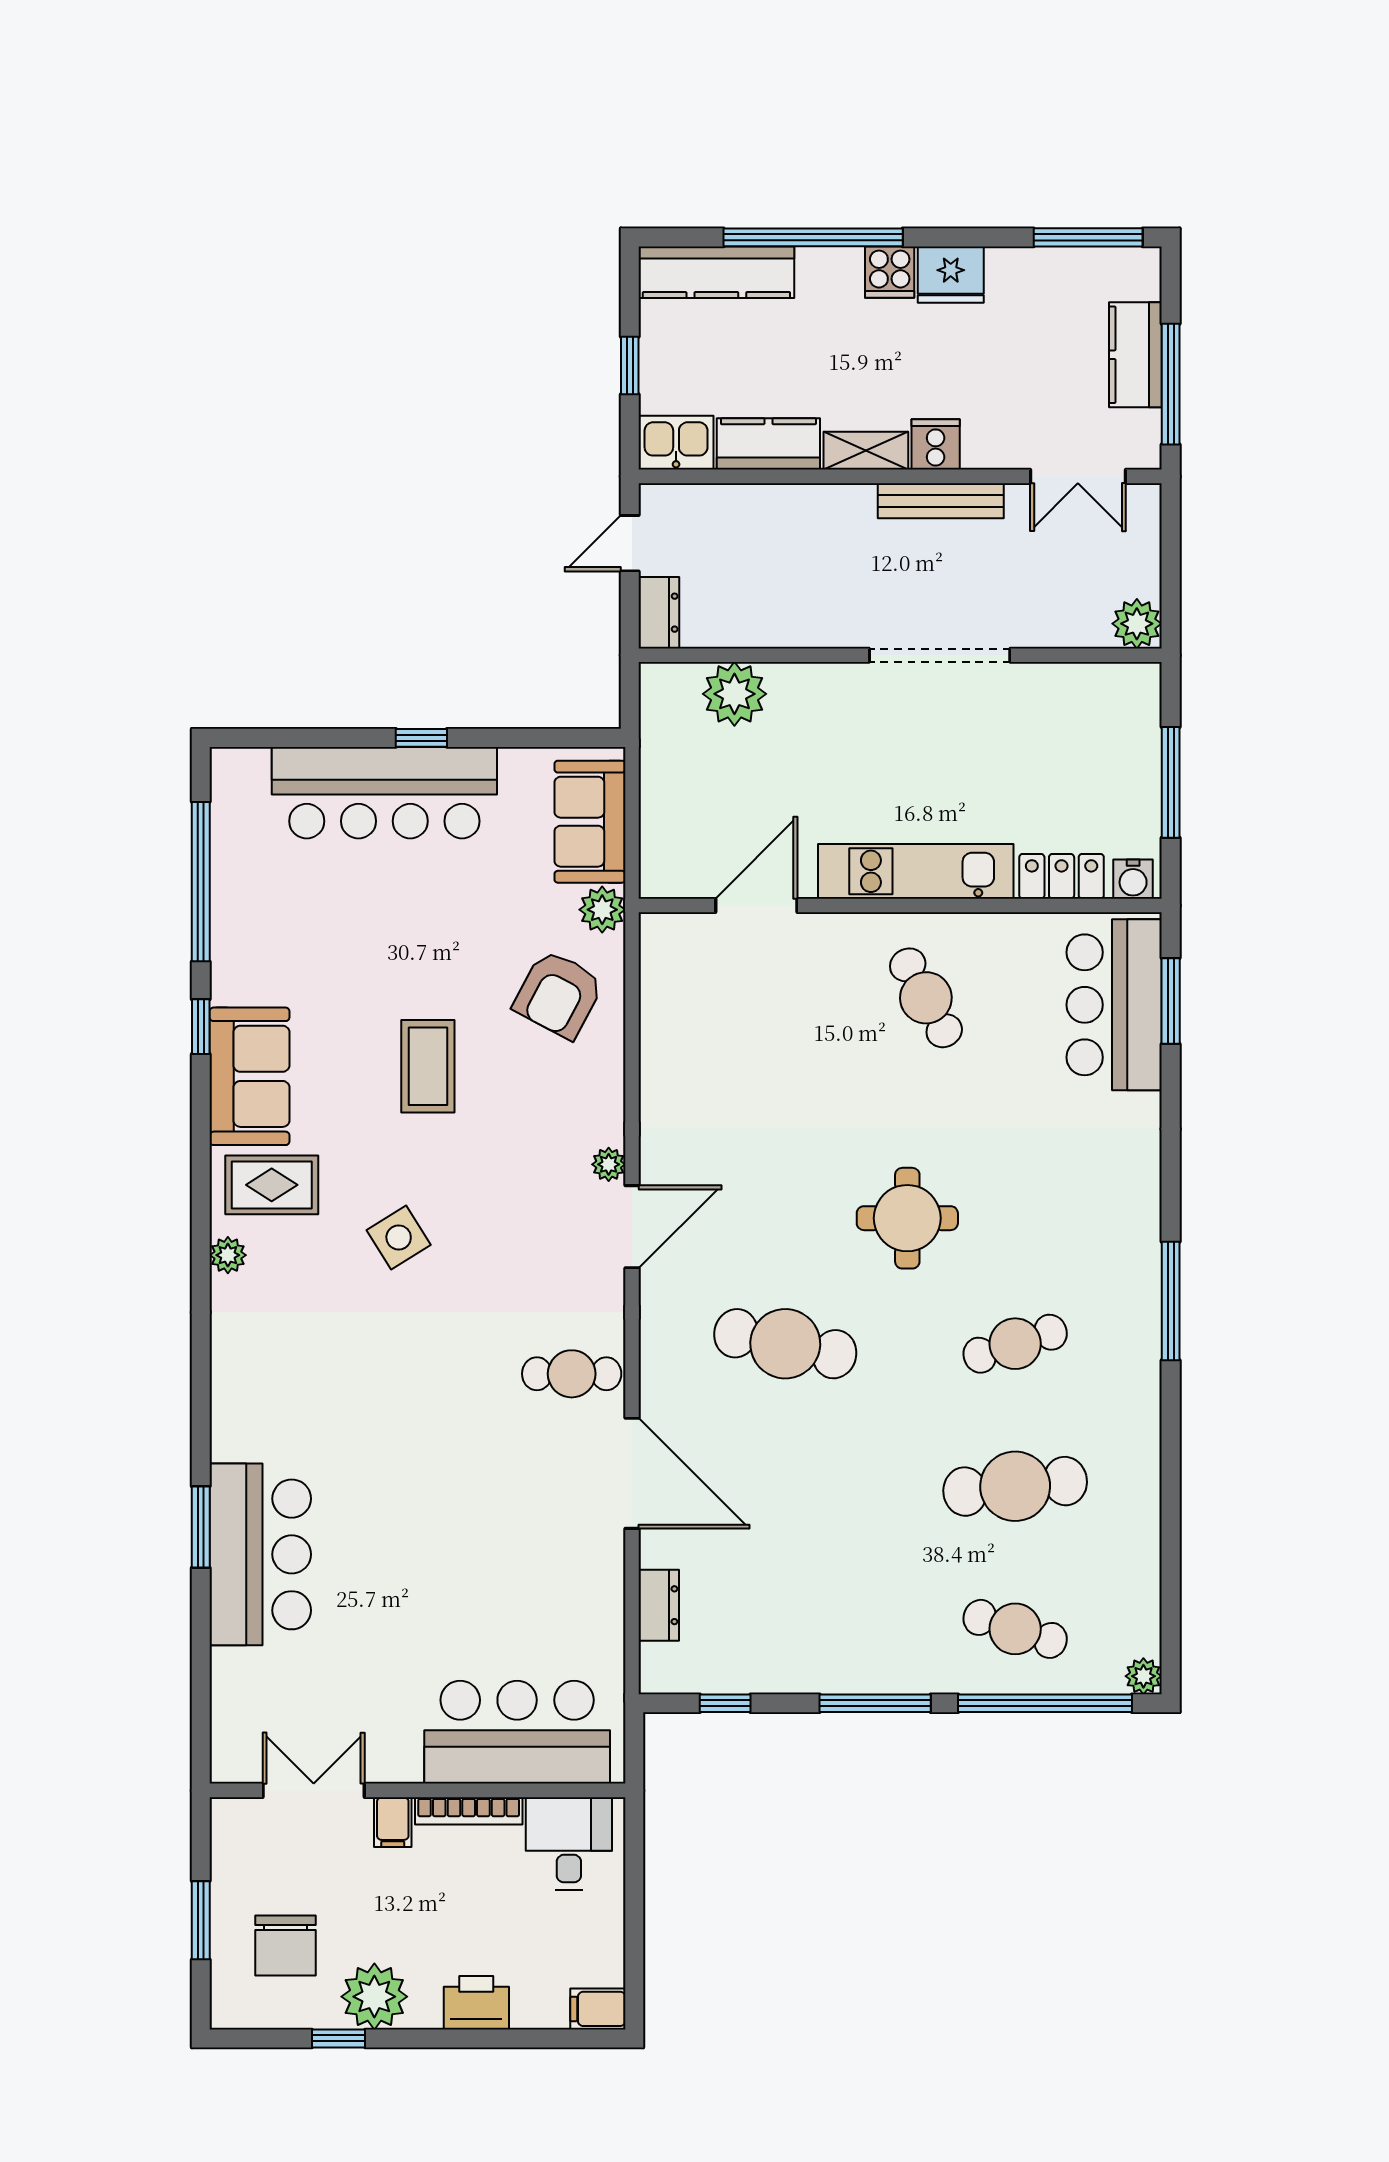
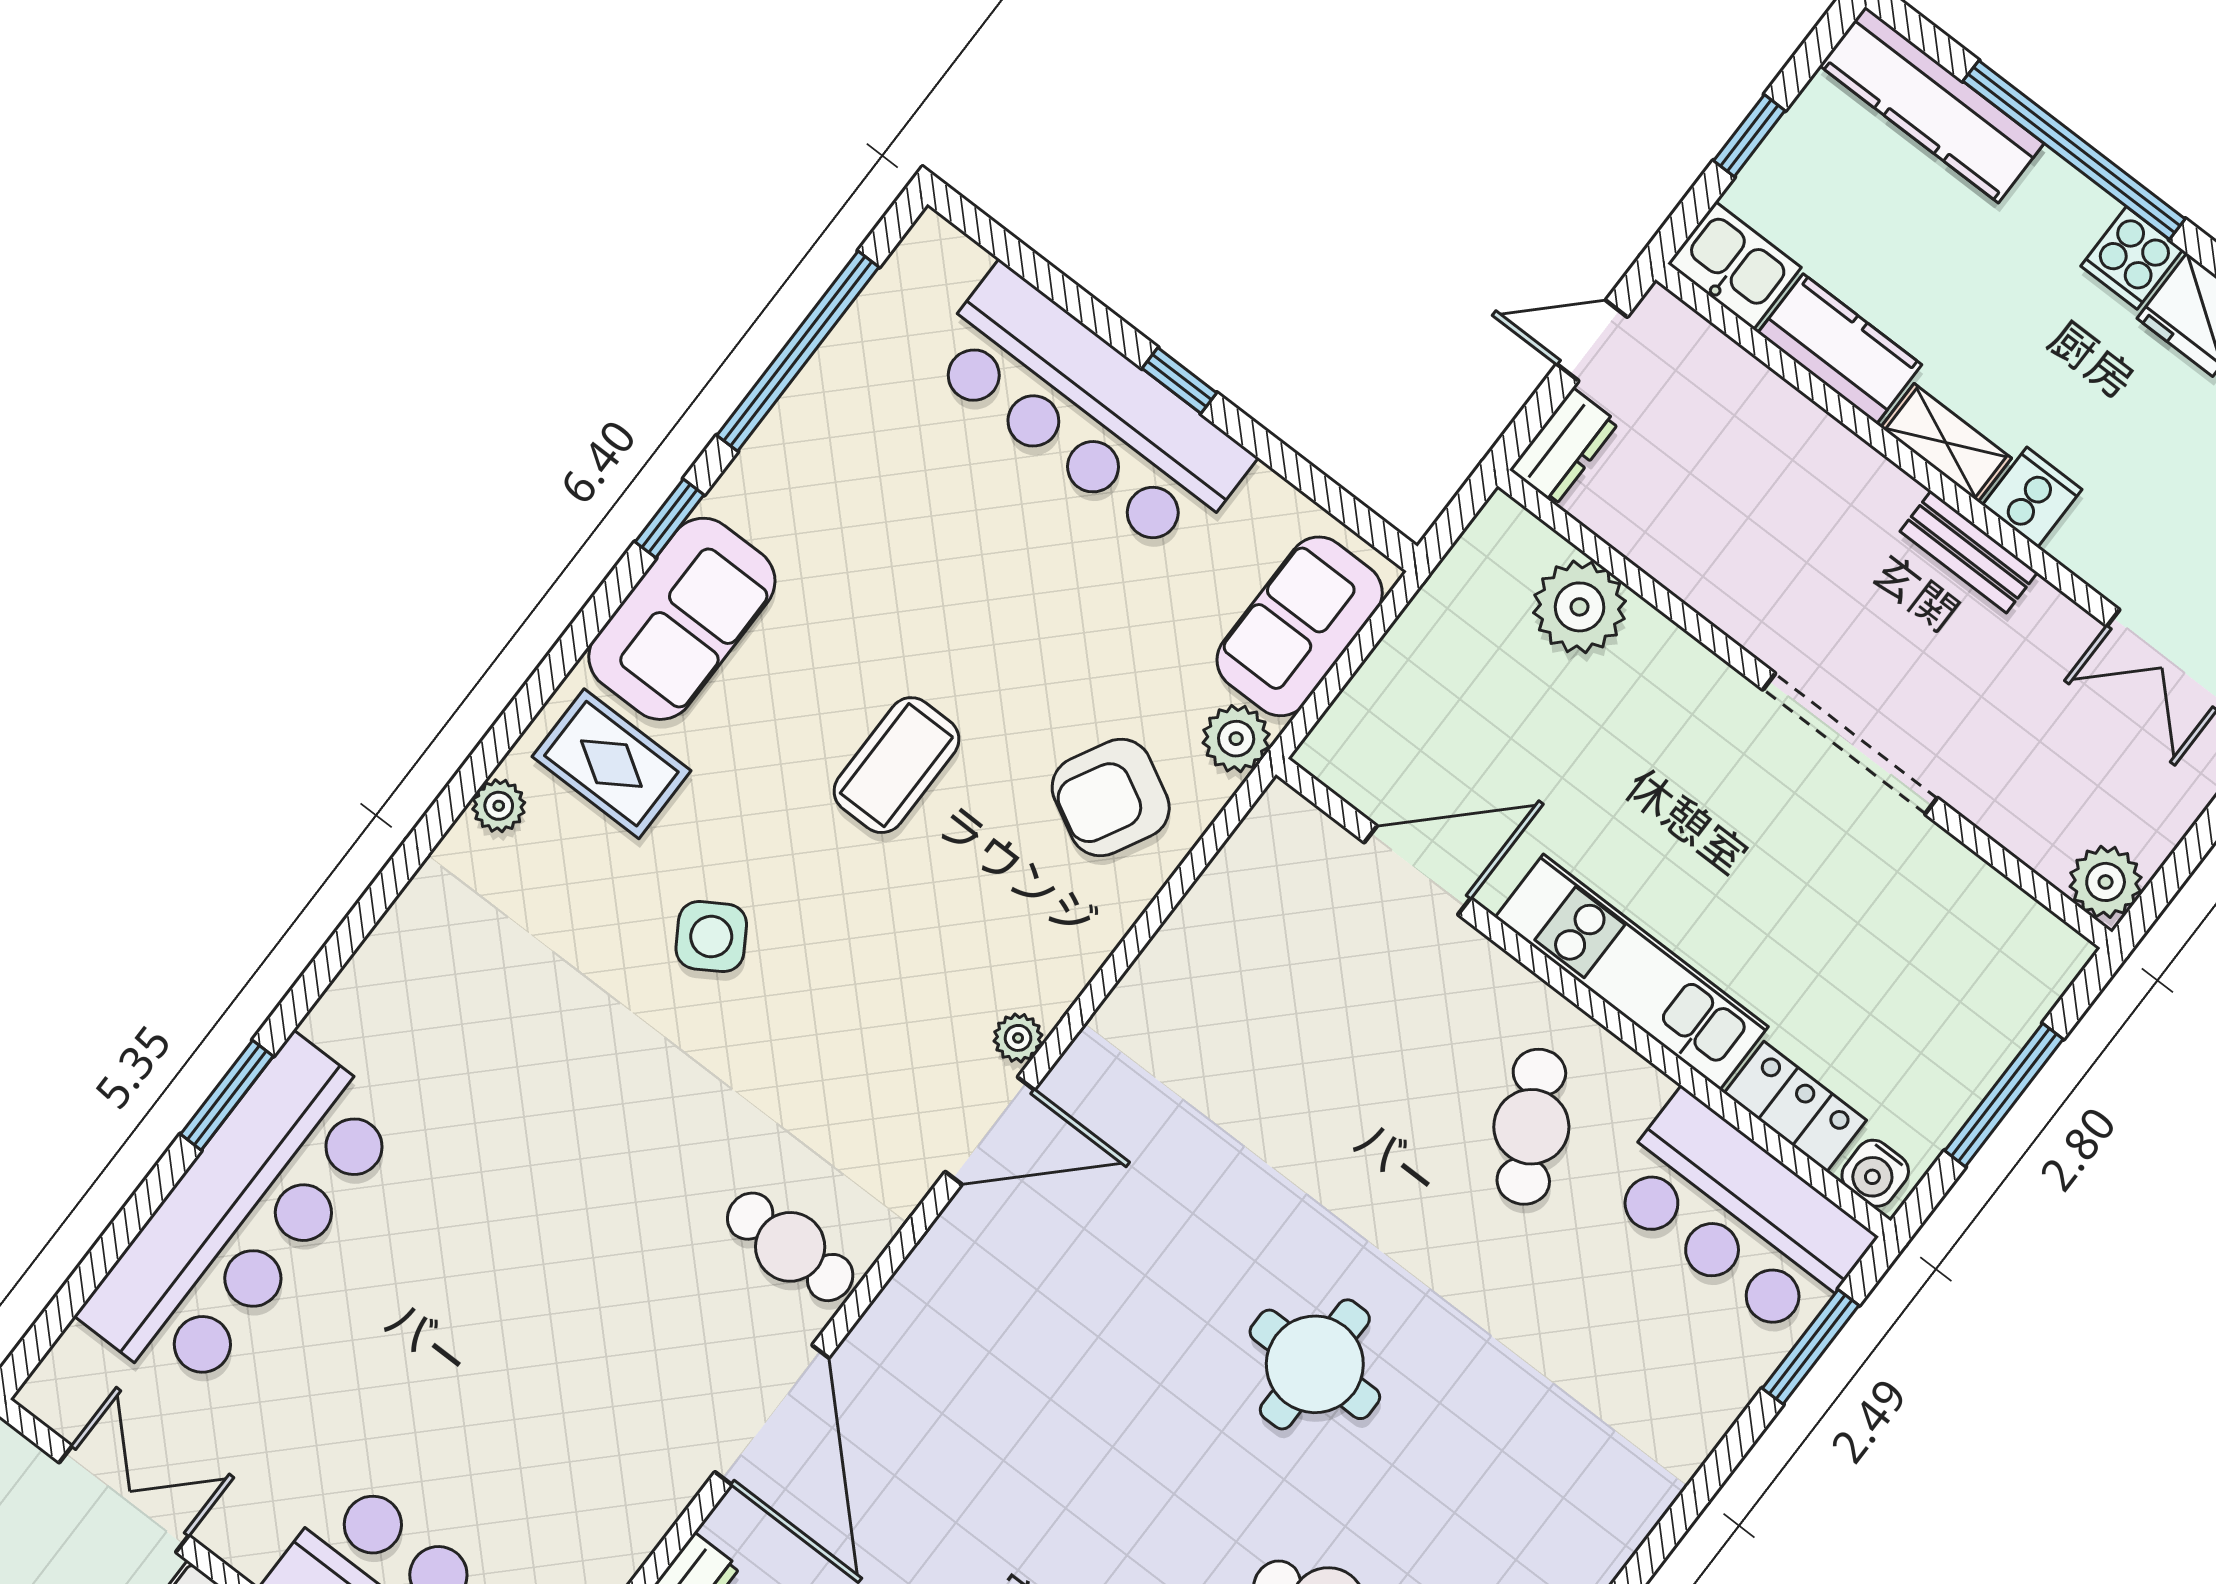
bench: (941, 501) -> (1969, 552), width x0.73
bar counter: (1114, 1005) -> (1738, 1216), moved, turned -90
cafe table: (785, 1344) -> (1063, 1401), removed
bar counter: (260, 1554) -> (242, 1218), width x1.36

